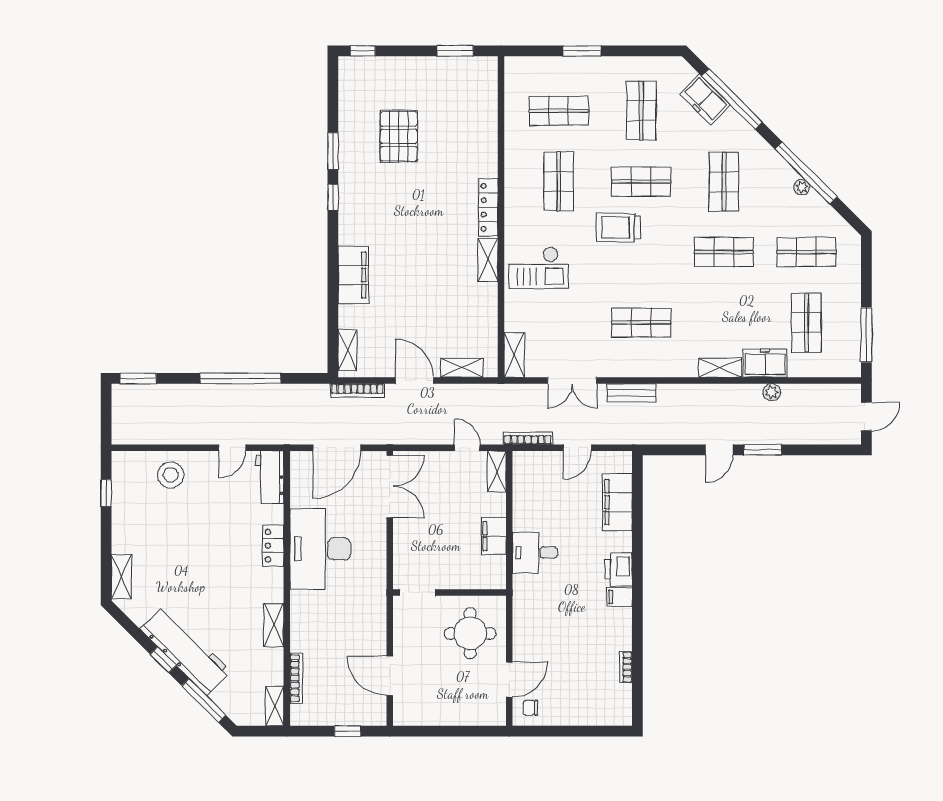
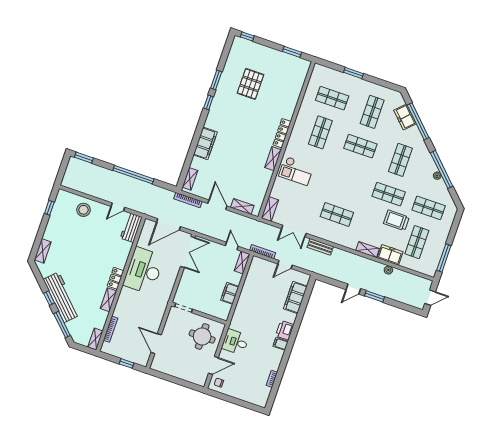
trolley: (618, 228) -> (396, 220), moved
locker: (273, 546) -> (115, 278), moved
desk: (535, 553) -> (235, 342), moved

